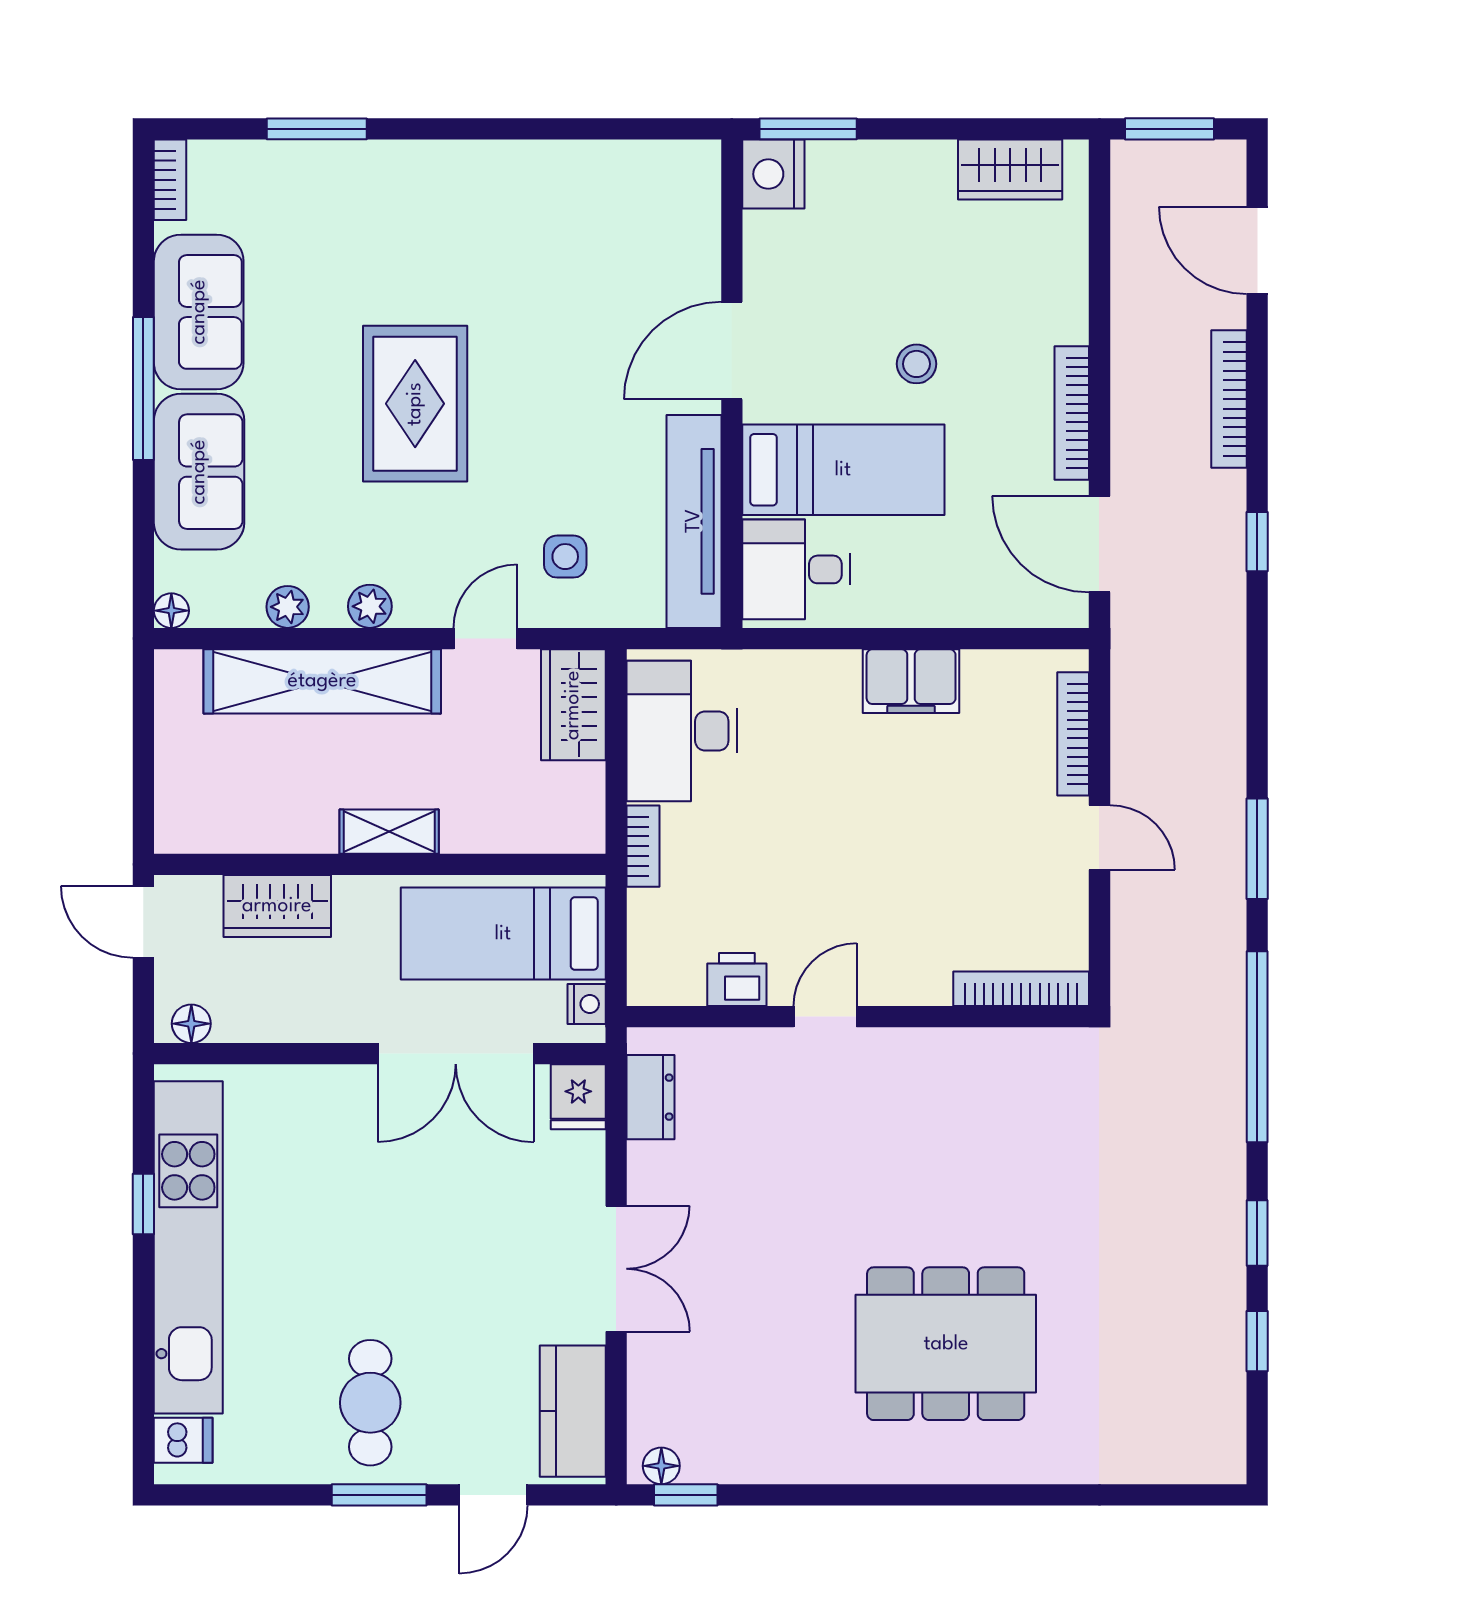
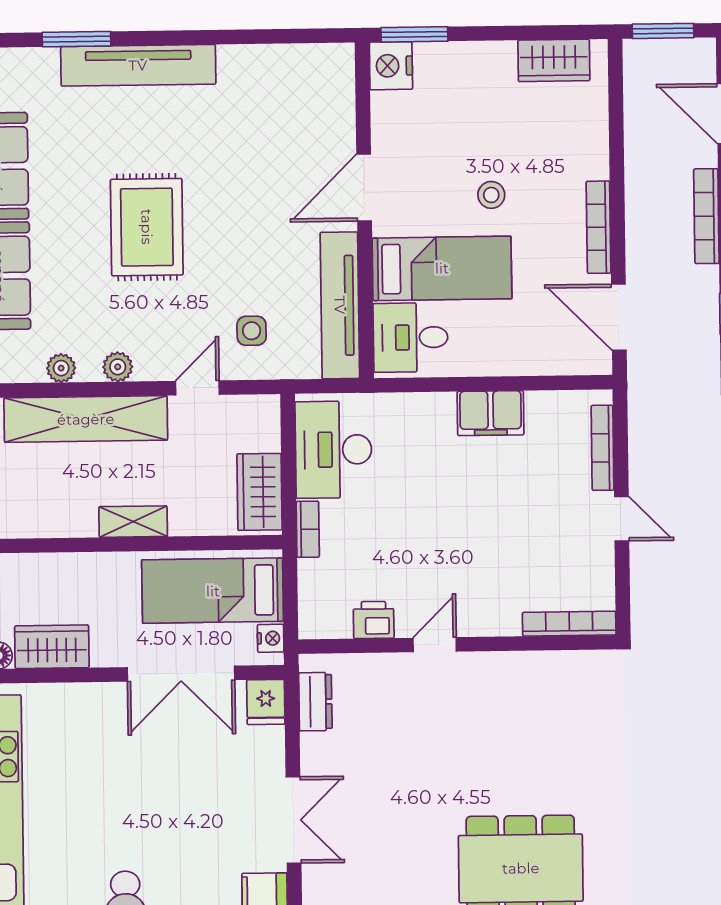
tv unit: (406, 168) -> (138, 65), added
wardrobe: (573, 705) -> (259, 492), moved
wardrobe: (277, 906) -> (52, 647), moved, turned 180

